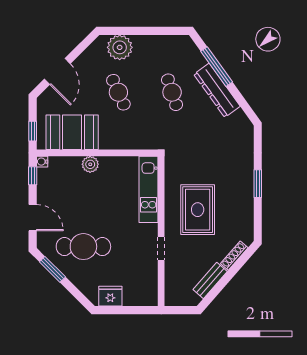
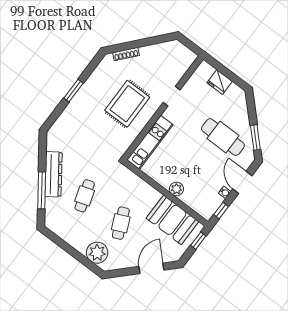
water cooler: (42, 162) -> (225, 192), moved
bench: (210, 280) -> (155, 50), removed
fridge: (110, 296) -> (220, 82), moved

